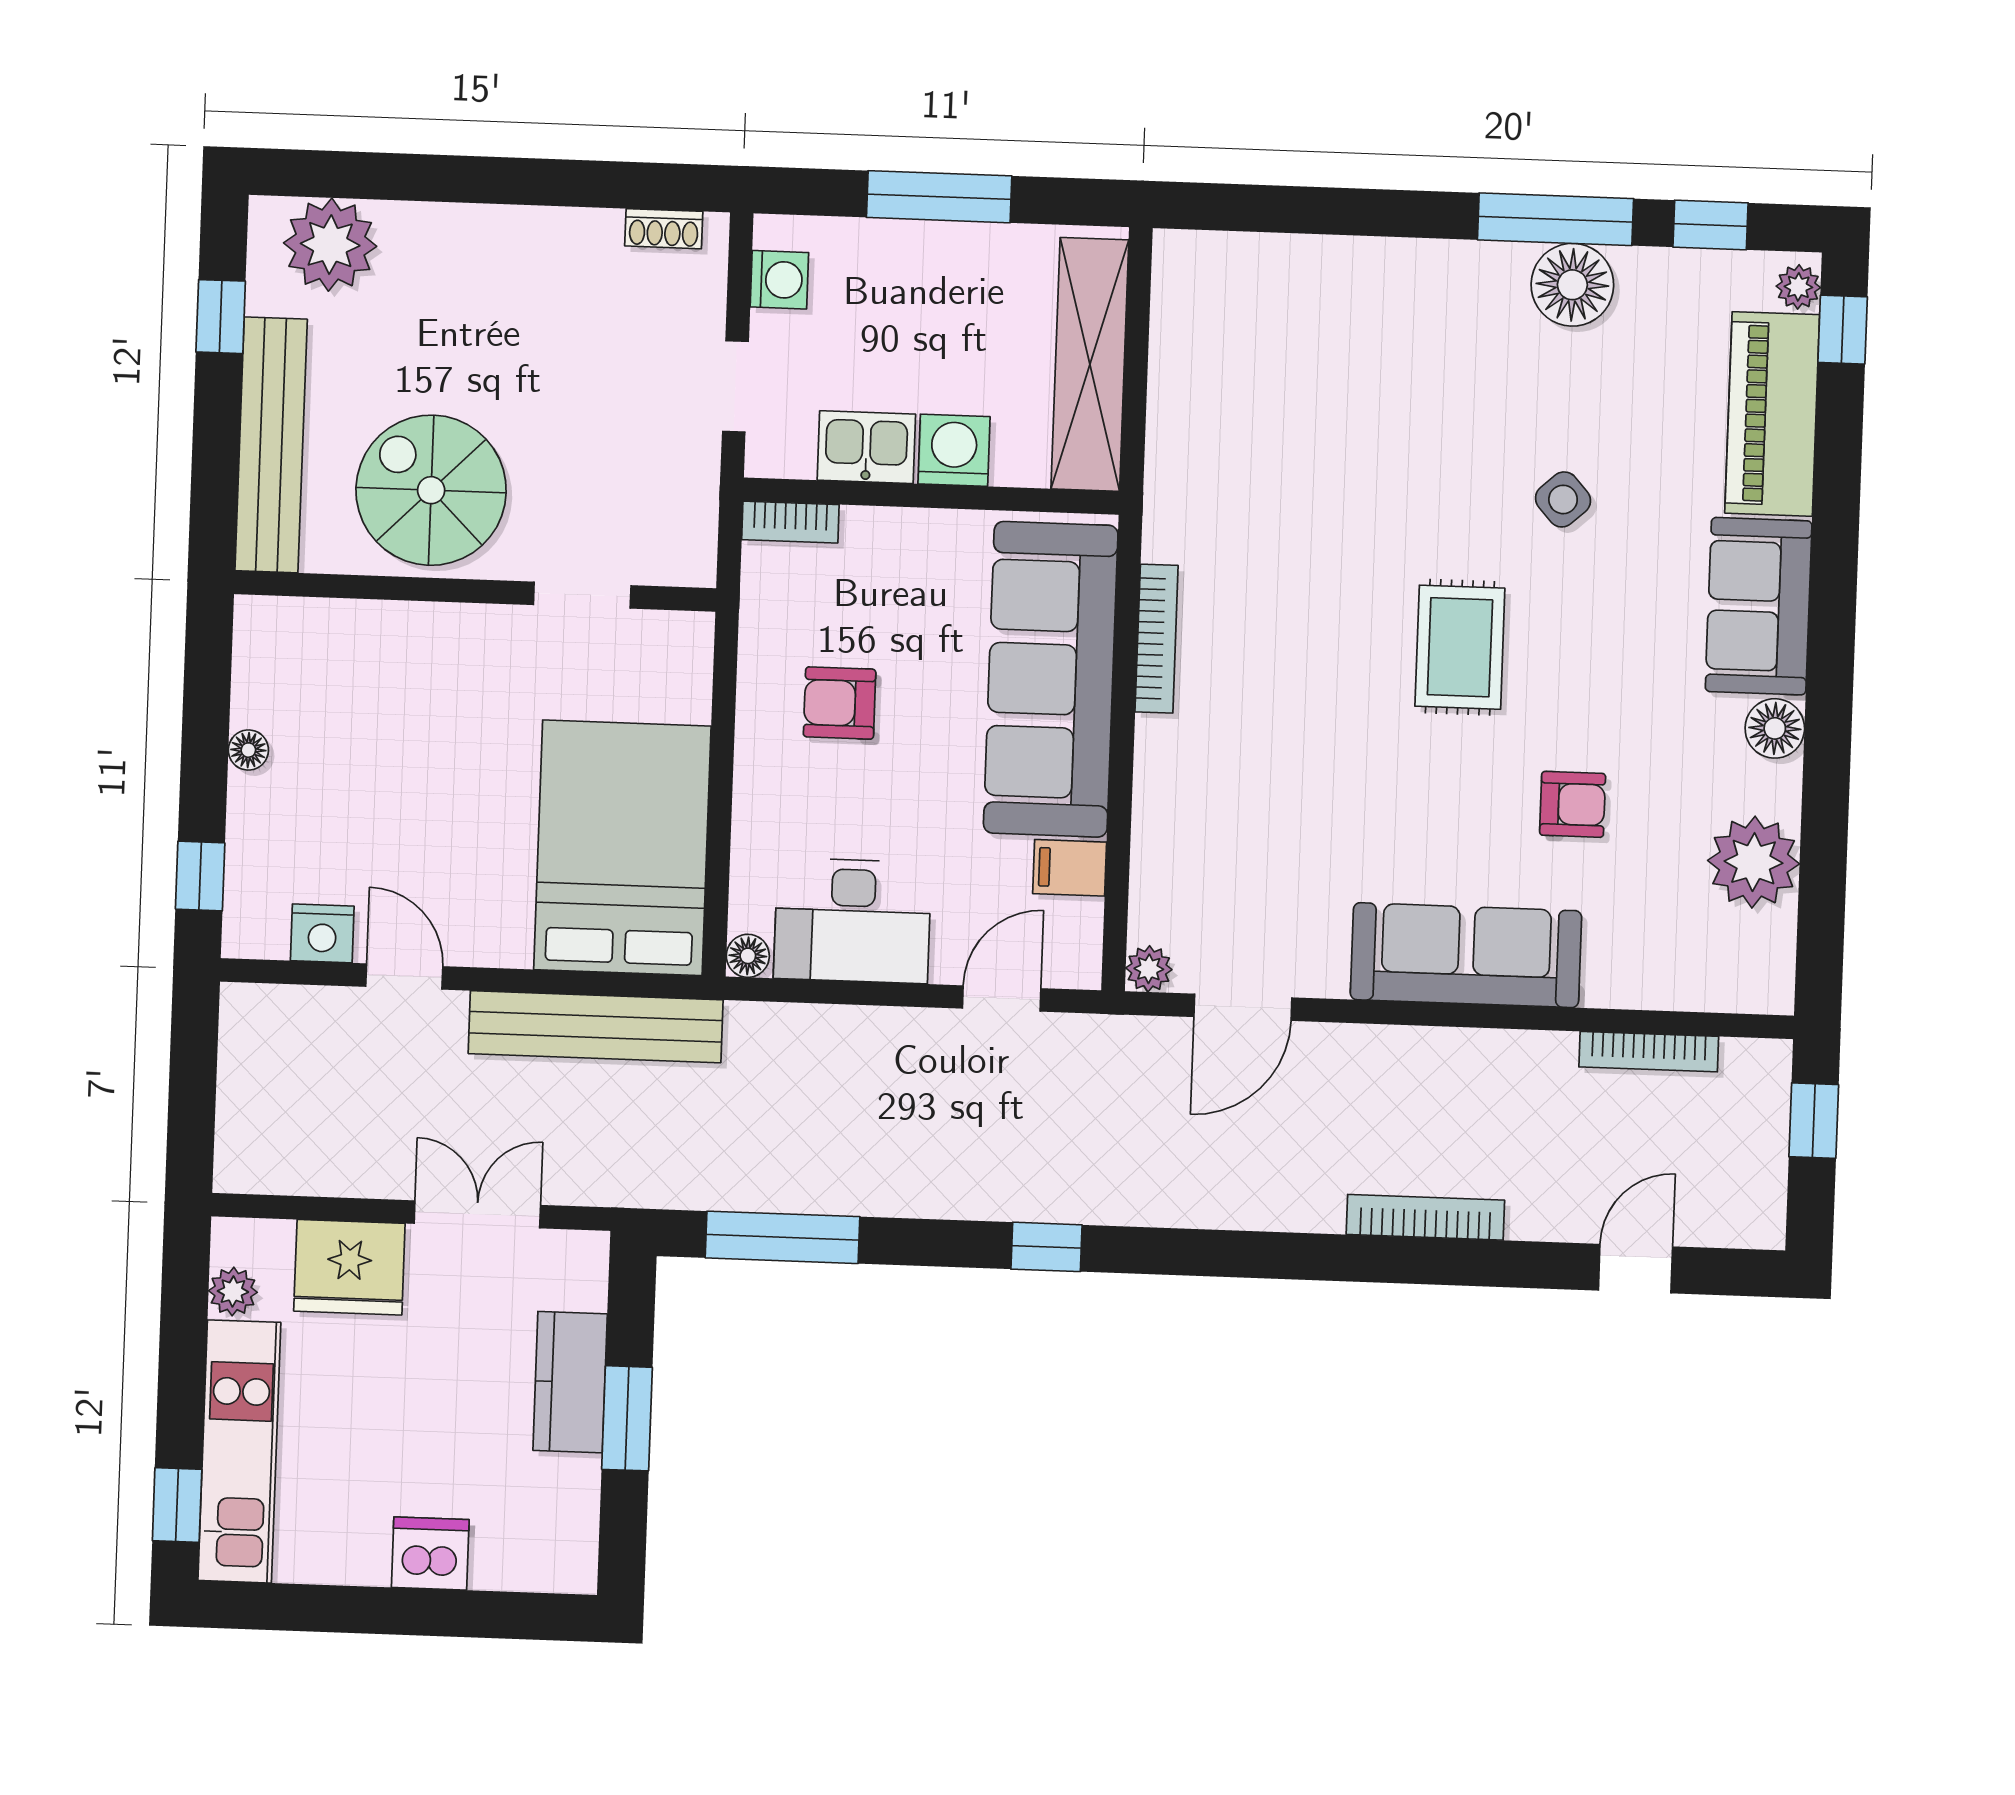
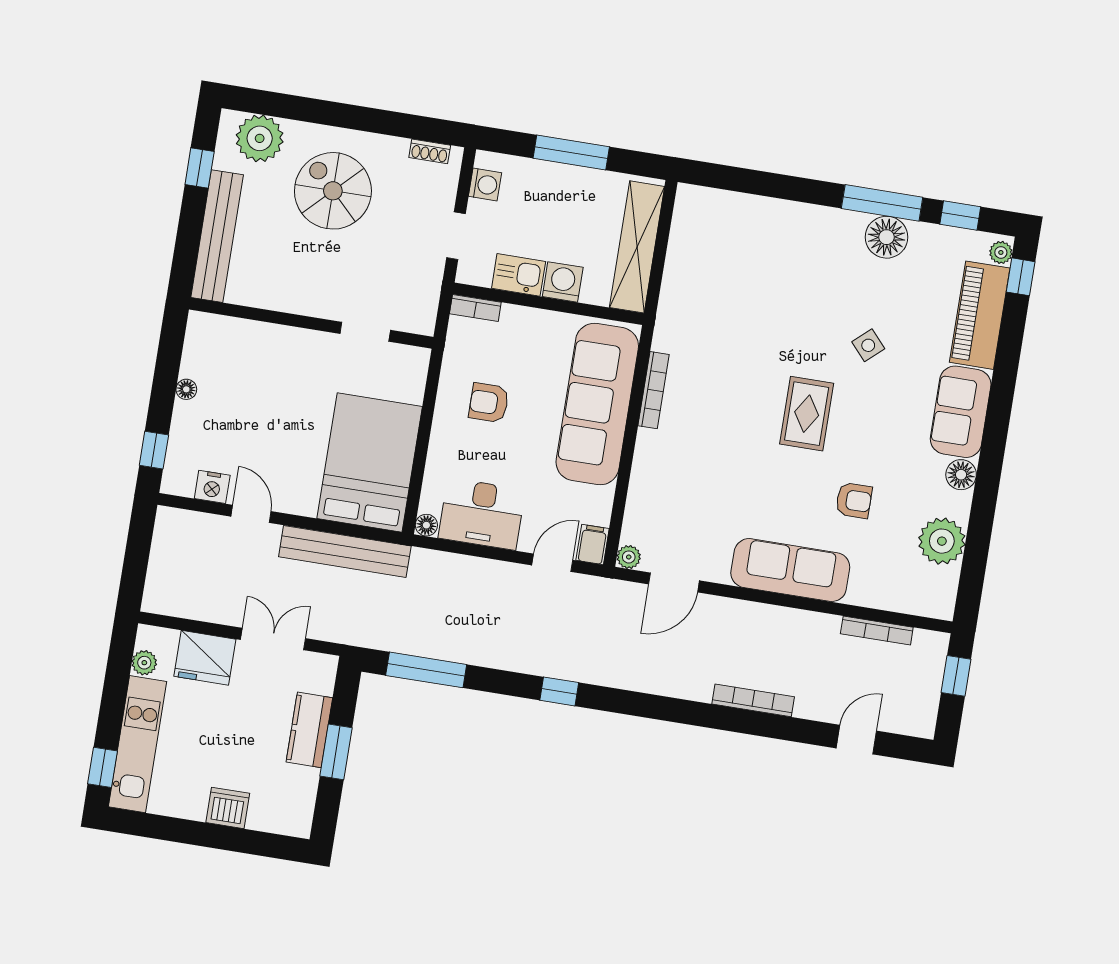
spiral stairs: (431, 490) -> (333, 191), moved
filing cabinet: (1070, 868) -> (593, 544), moved, turned 90

